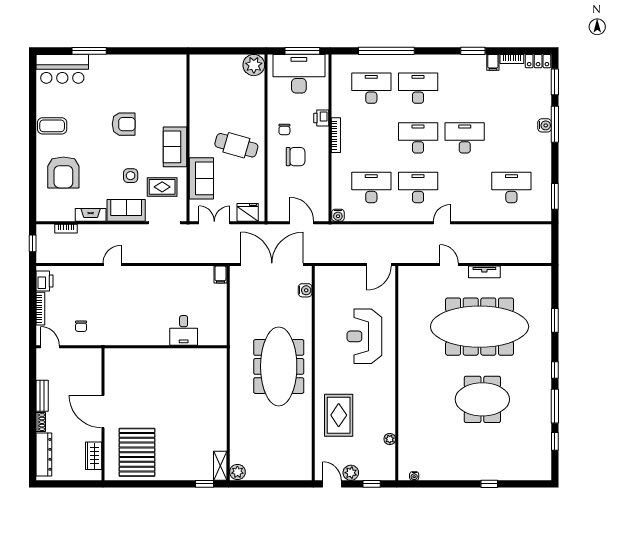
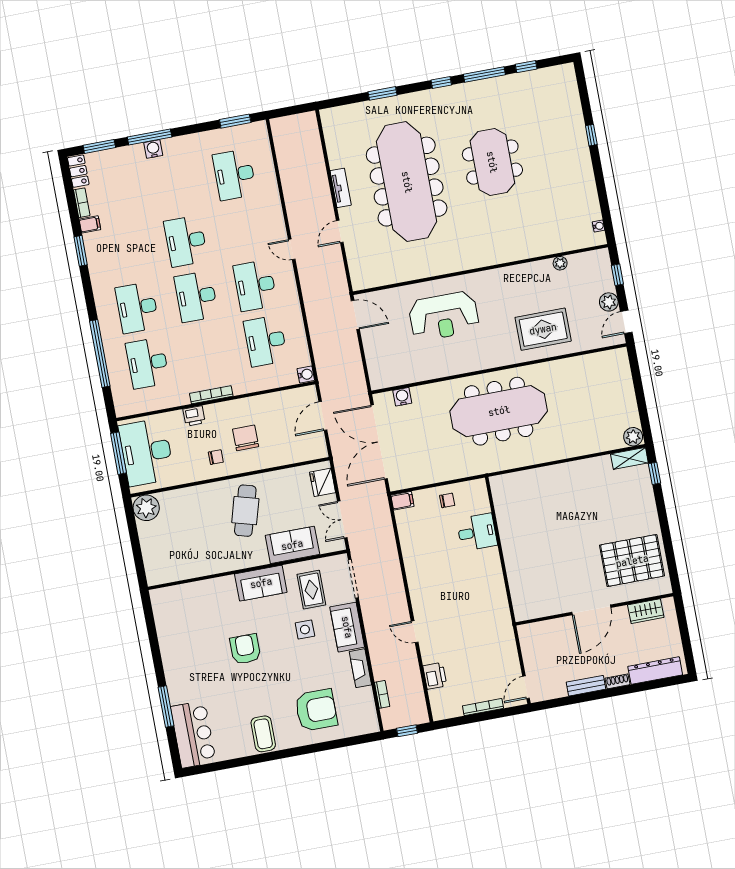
printer: (44, 281) -> (435, 676), moved, turned 90
chair: (81, 326) -> (447, 500), moved

